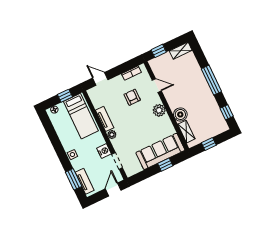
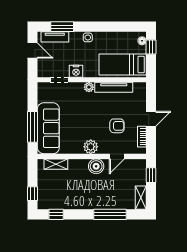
door: (100, 79) -> (151, 119), moved
window: (211, 80) -> (110, 214), moved
window: (65, 96) -> (151, 47), moved
boiler: (180, 114) -> (96, 166), moved
tv unit: (105, 119) -> (114, 87), width x1.41
window: (209, 144) -> (32, 194), moved
window: (165, 165) -> (32, 127), width x2.17
door: (113, 190) -> (32, 51), moved

